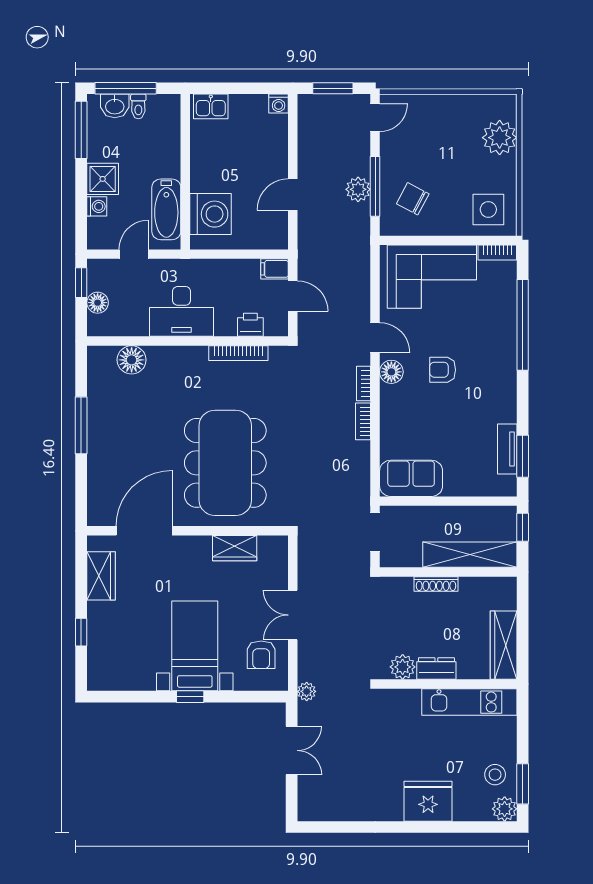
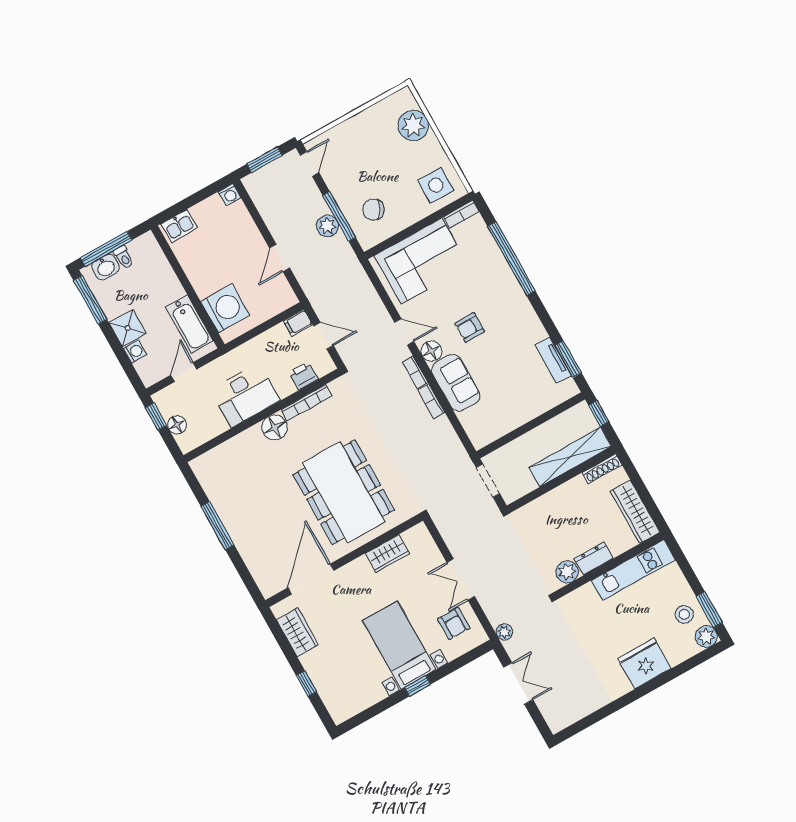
floor lamp: (132, 360) -> (275, 427), moved
sofa: (411, 478) -> (456, 383), moved, turned 90
shoe rack: (436, 584) -> (602, 469), moved

